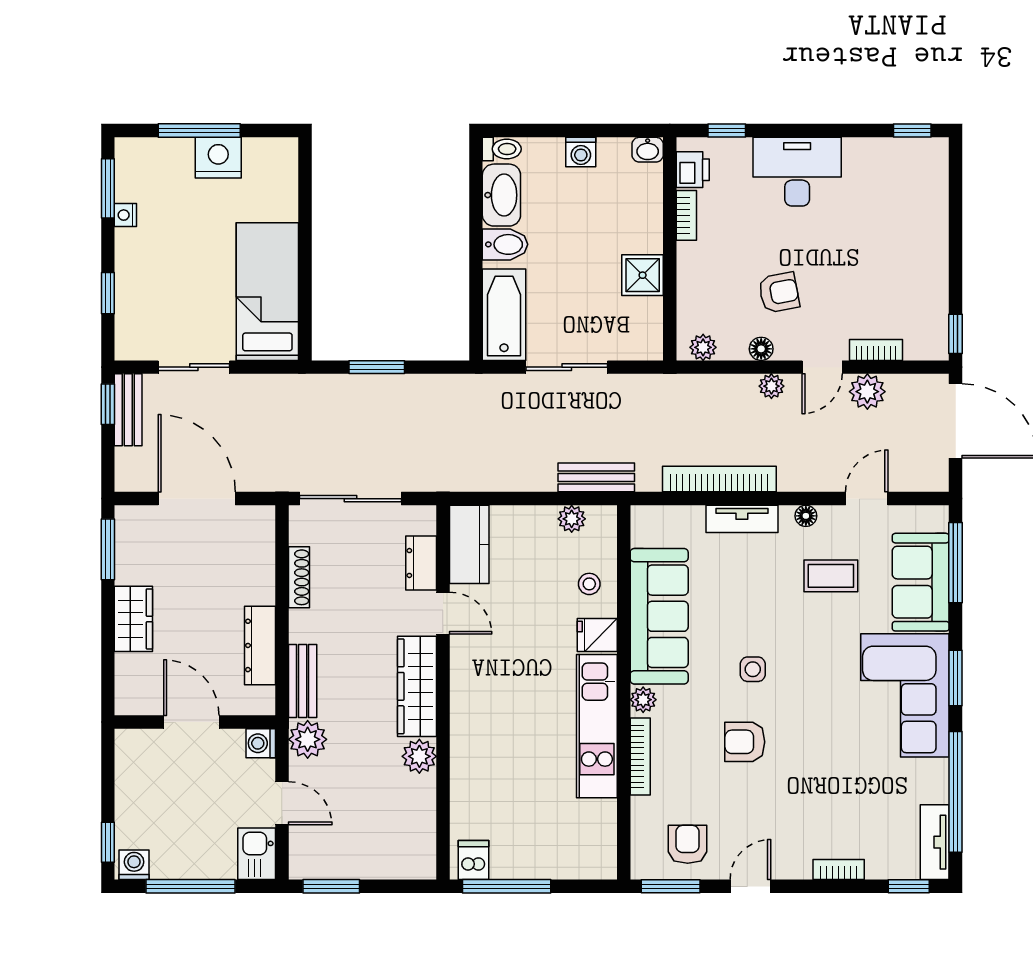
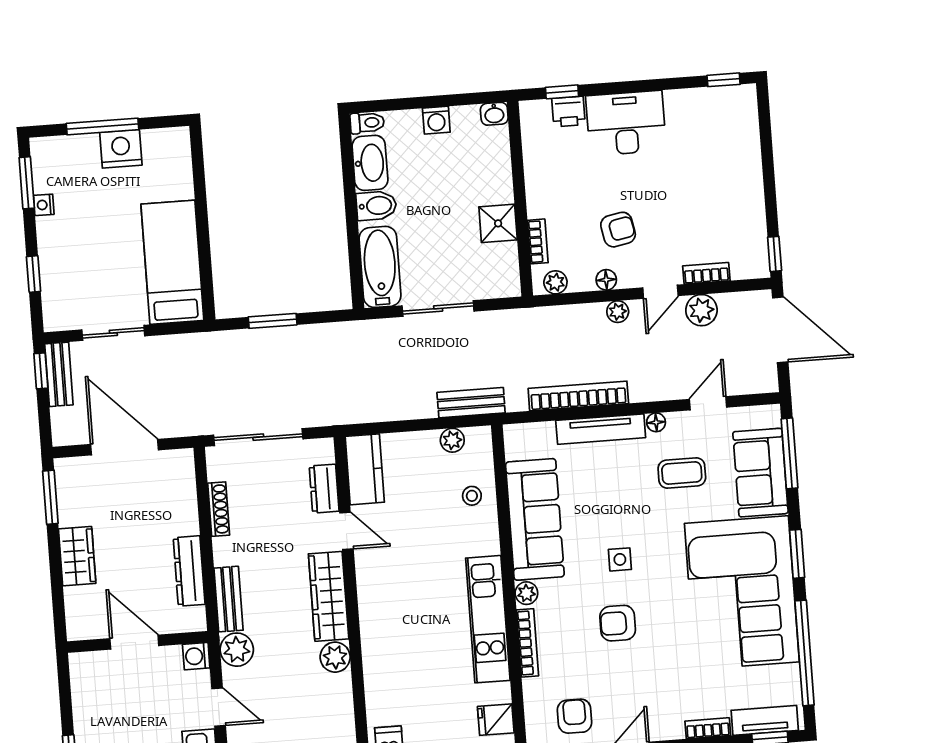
printer: (693, 170) -> (568, 112), moved, turned 90
bookcase: (686, 215) -> (538, 241), moved
tv unit: (742, 519) -> (601, 429), width x1.41
fridge: (597, 635) -> (496, 720), moved
corner sofa: (905, 695) -> (742, 593), width x1.36, depth x1.36
tv unit: (935, 842) -> (765, 720), moved, turned 90

